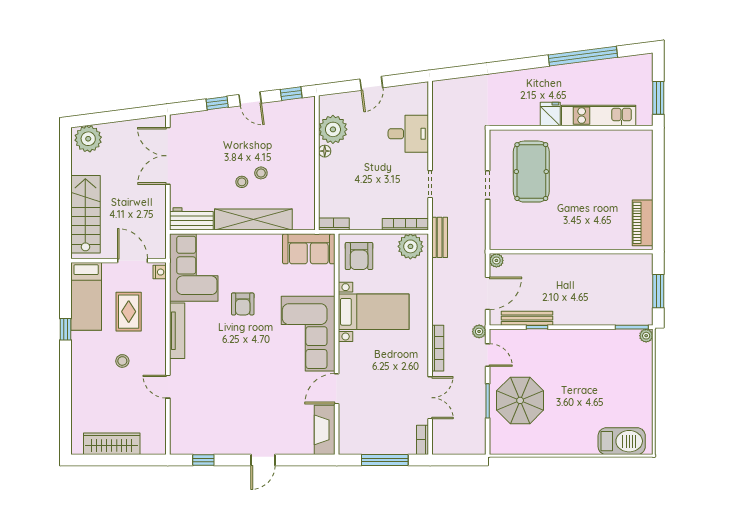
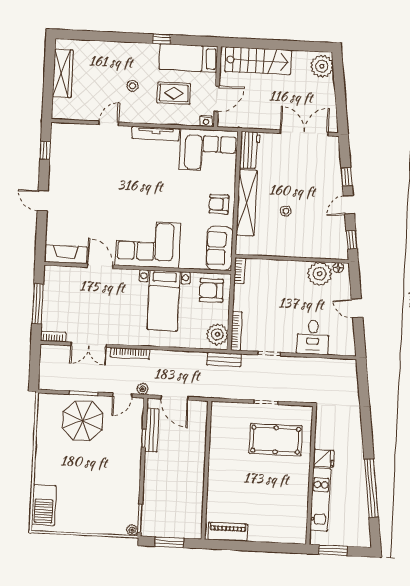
floor lamp: (325, 151) -> (338, 268), moved
stool: (242, 182) -> (279, 194), removed
plant: (496, 260) -> (202, 407), removed
armchair: (243, 304) -> (219, 204), moved

